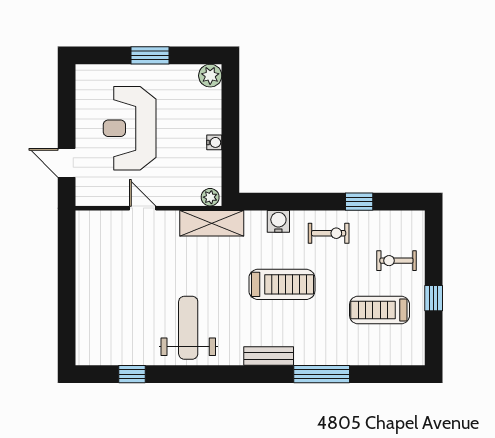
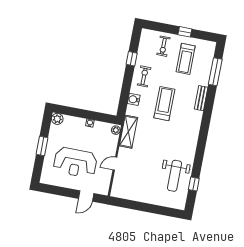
weight bench: (188, 328) -> (175, 176), moved, turned -90
bench: (269, 356) -> (201, 98), moved
window: (322, 374) -> (215, 72), moved

